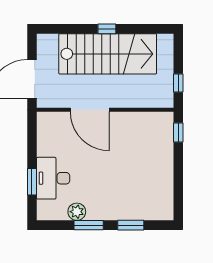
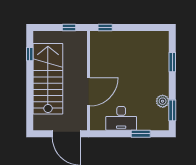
window: (107, 29) -> (30, 54), moved
desk: (53, 178) -> (121, 118), moved
window: (89, 225) -> (172, 110), moved

